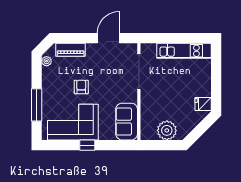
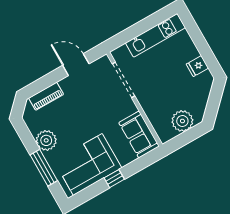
door: (108, 38) -> (76, 65), hinge flipped
plant: (47, 61) -> (46, 140), moved, width x1.88, depth x1.88
armchair: (81, 87) -> (77, 126), removed
fridge: (203, 104) -> (197, 66), moved

